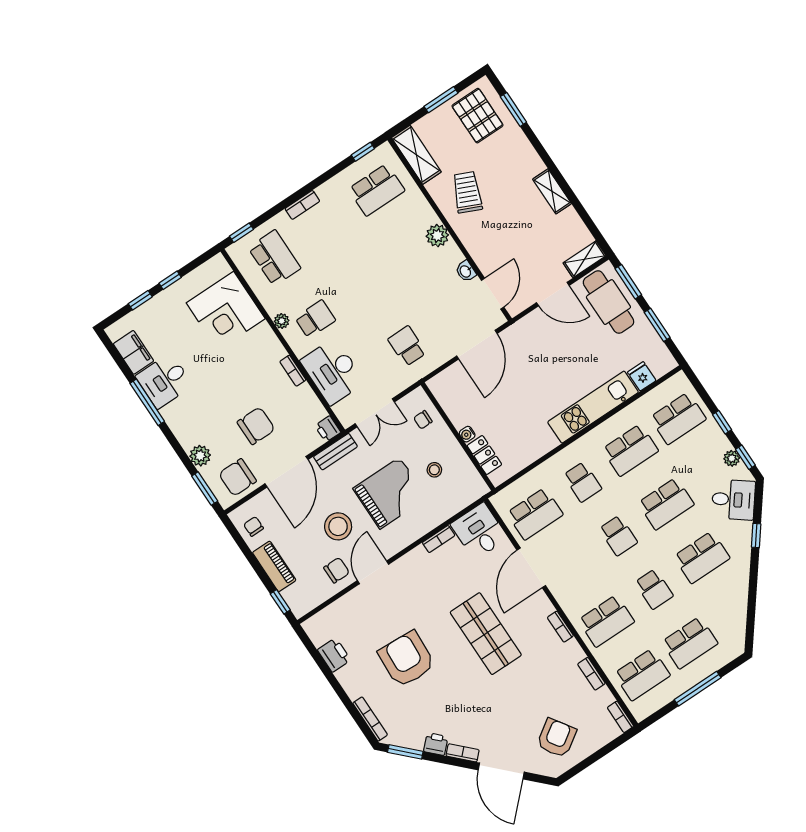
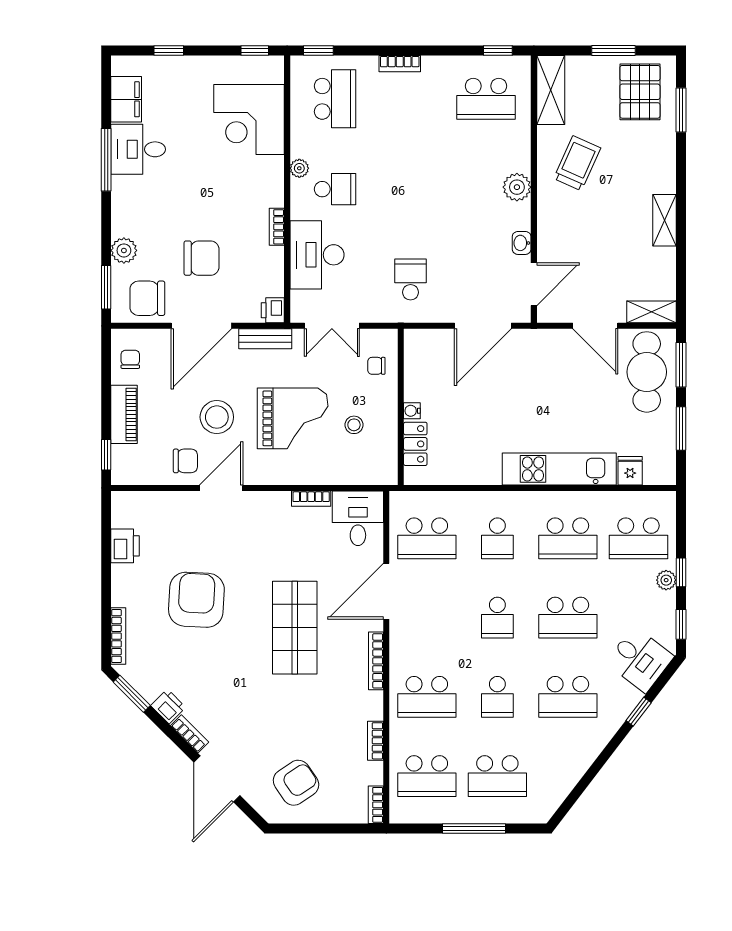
window: (170, 280) -> (255, 51), moved
plant: (732, 458) -> (666, 580), moved
bookcase: (560, 627) -> (376, 661), width x1.56

